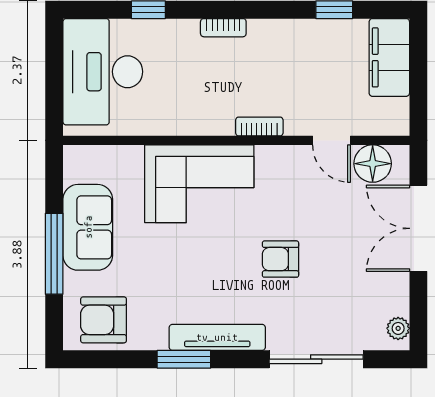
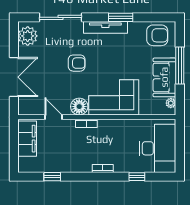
filing cabinet: (389, 57) -> (27, 139), moved
floor lamp: (373, 164) -> (79, 107), moved
plant: (74, 171) -> (171, 103), added
plant: (398, 328) -> (28, 36), width x1.88, depth x1.88

